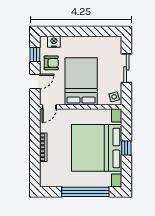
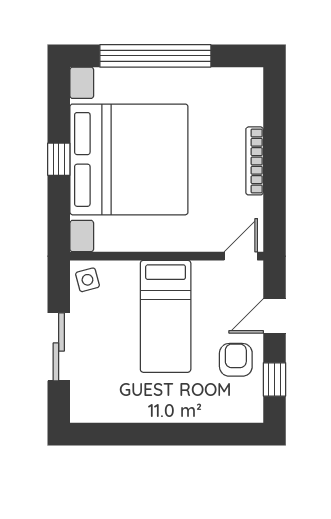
nightstand: (54, 42) -> (230, 410), removed
armchair: (51, 63) -> (236, 360), turned 90
bed: (81, 81) -> (166, 316), width x0.67

